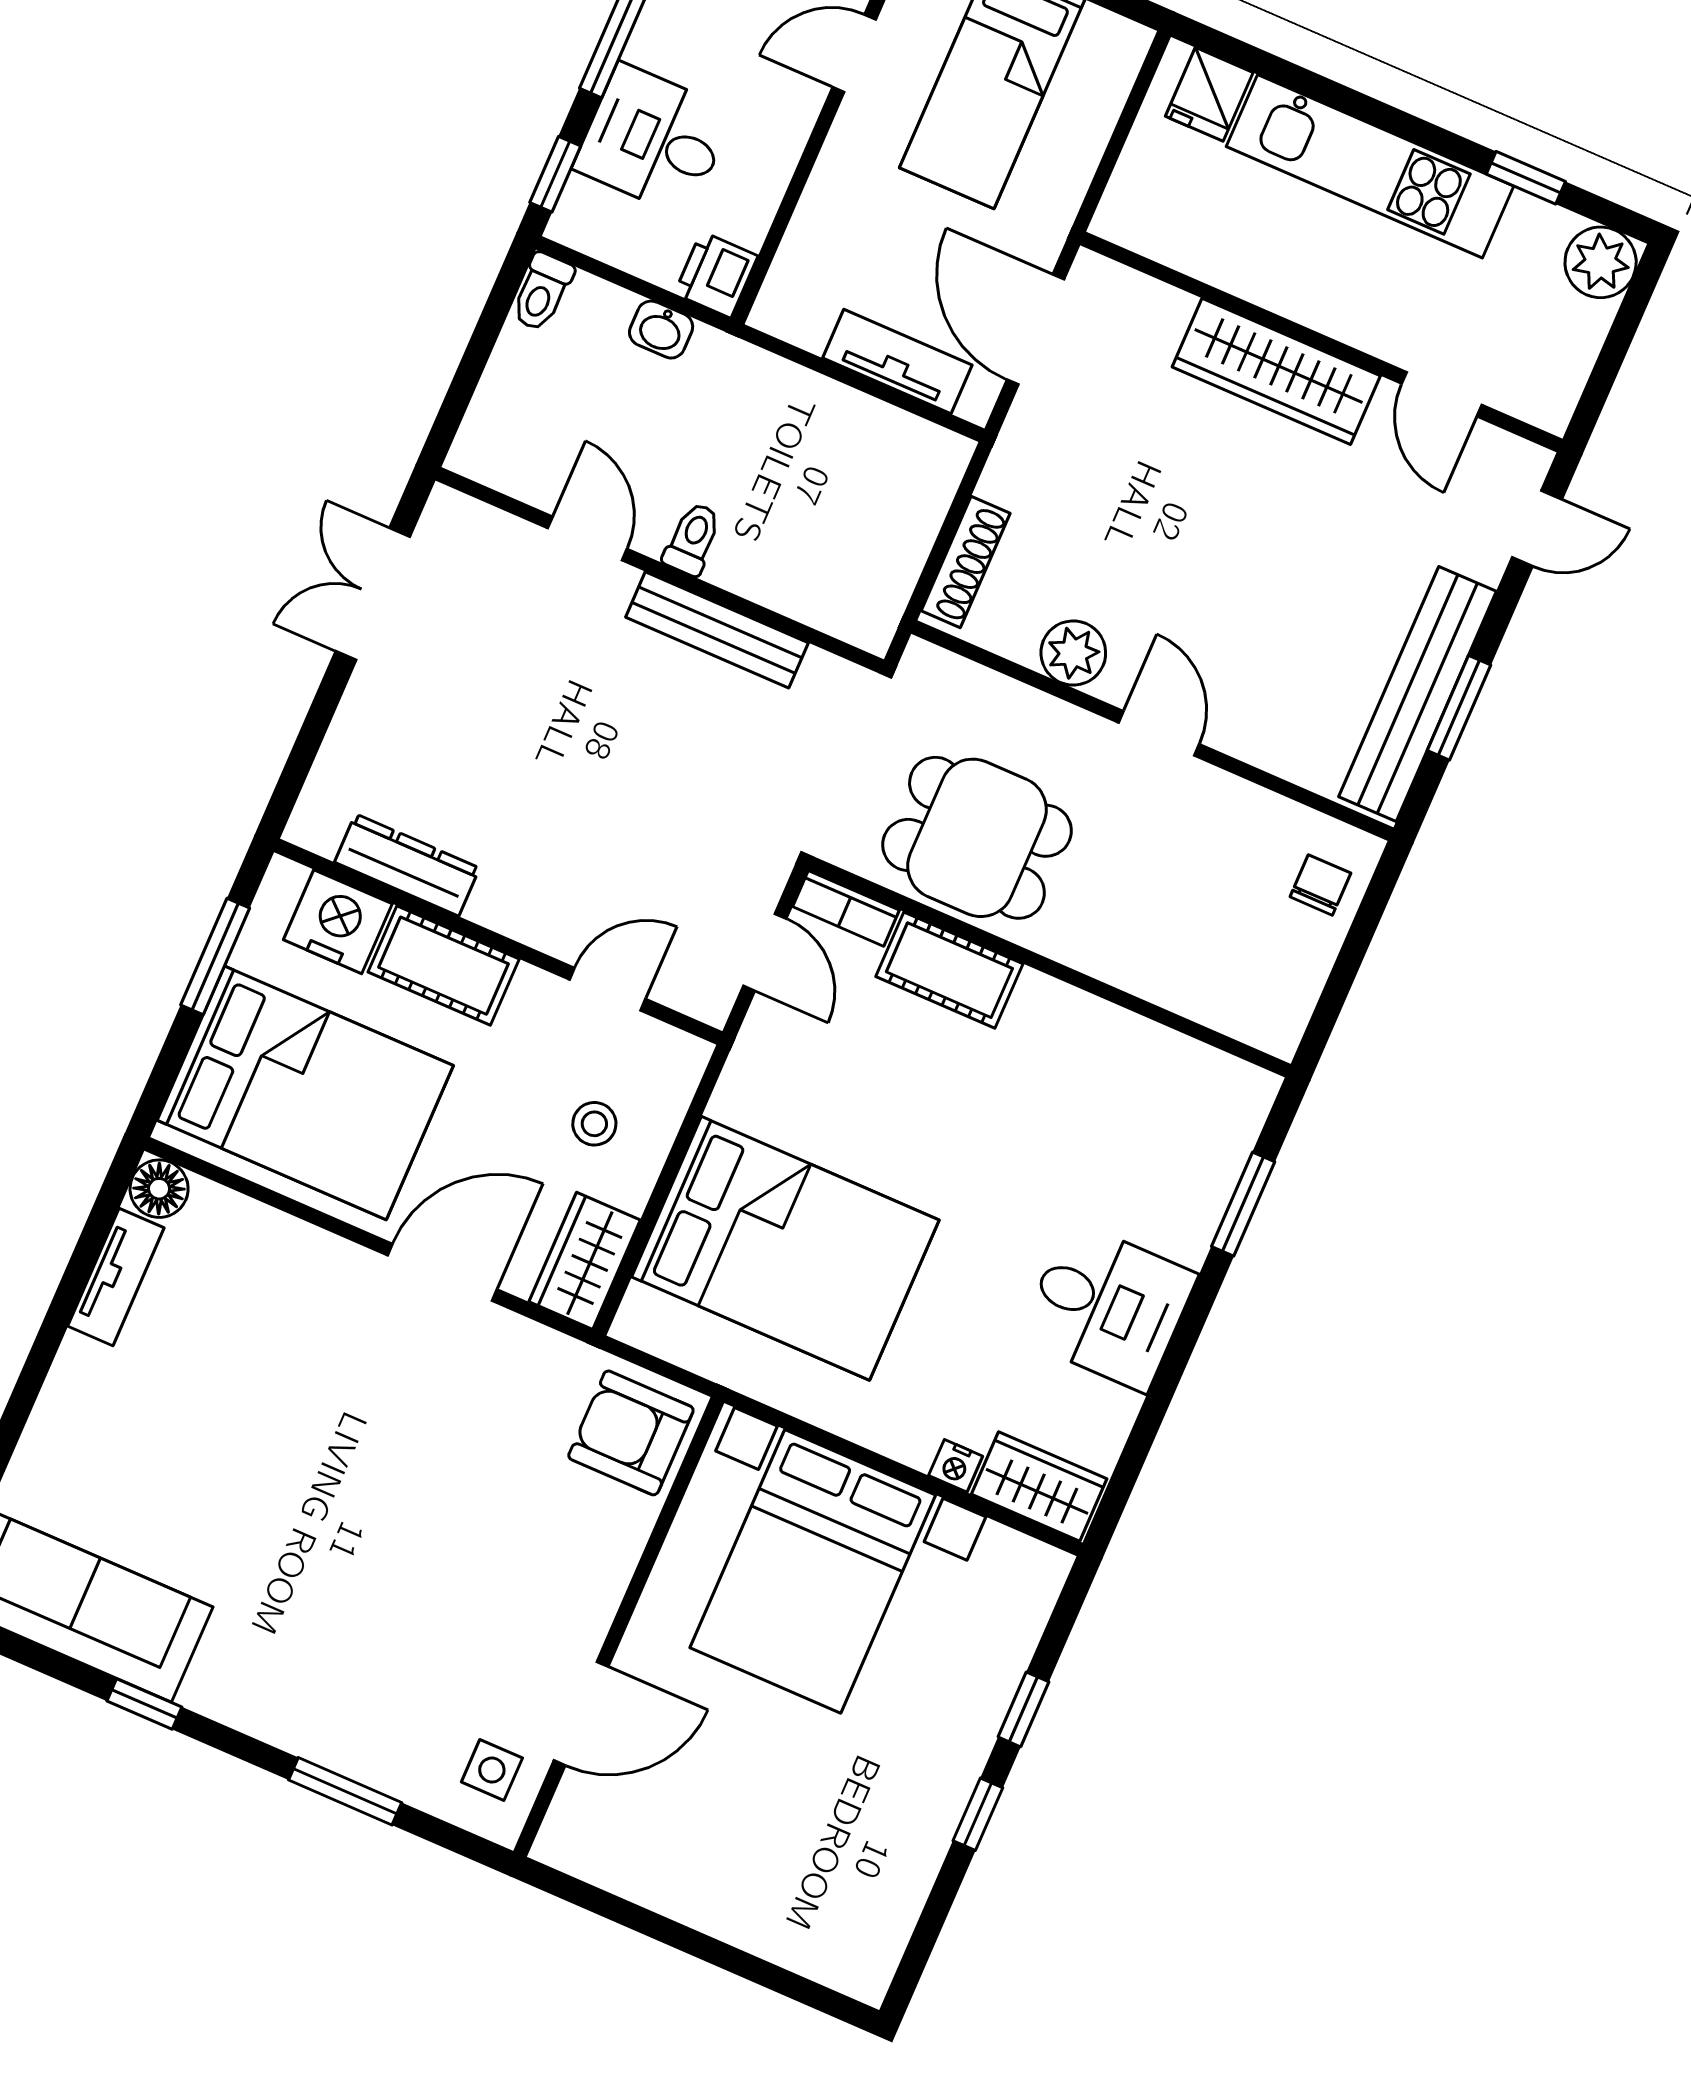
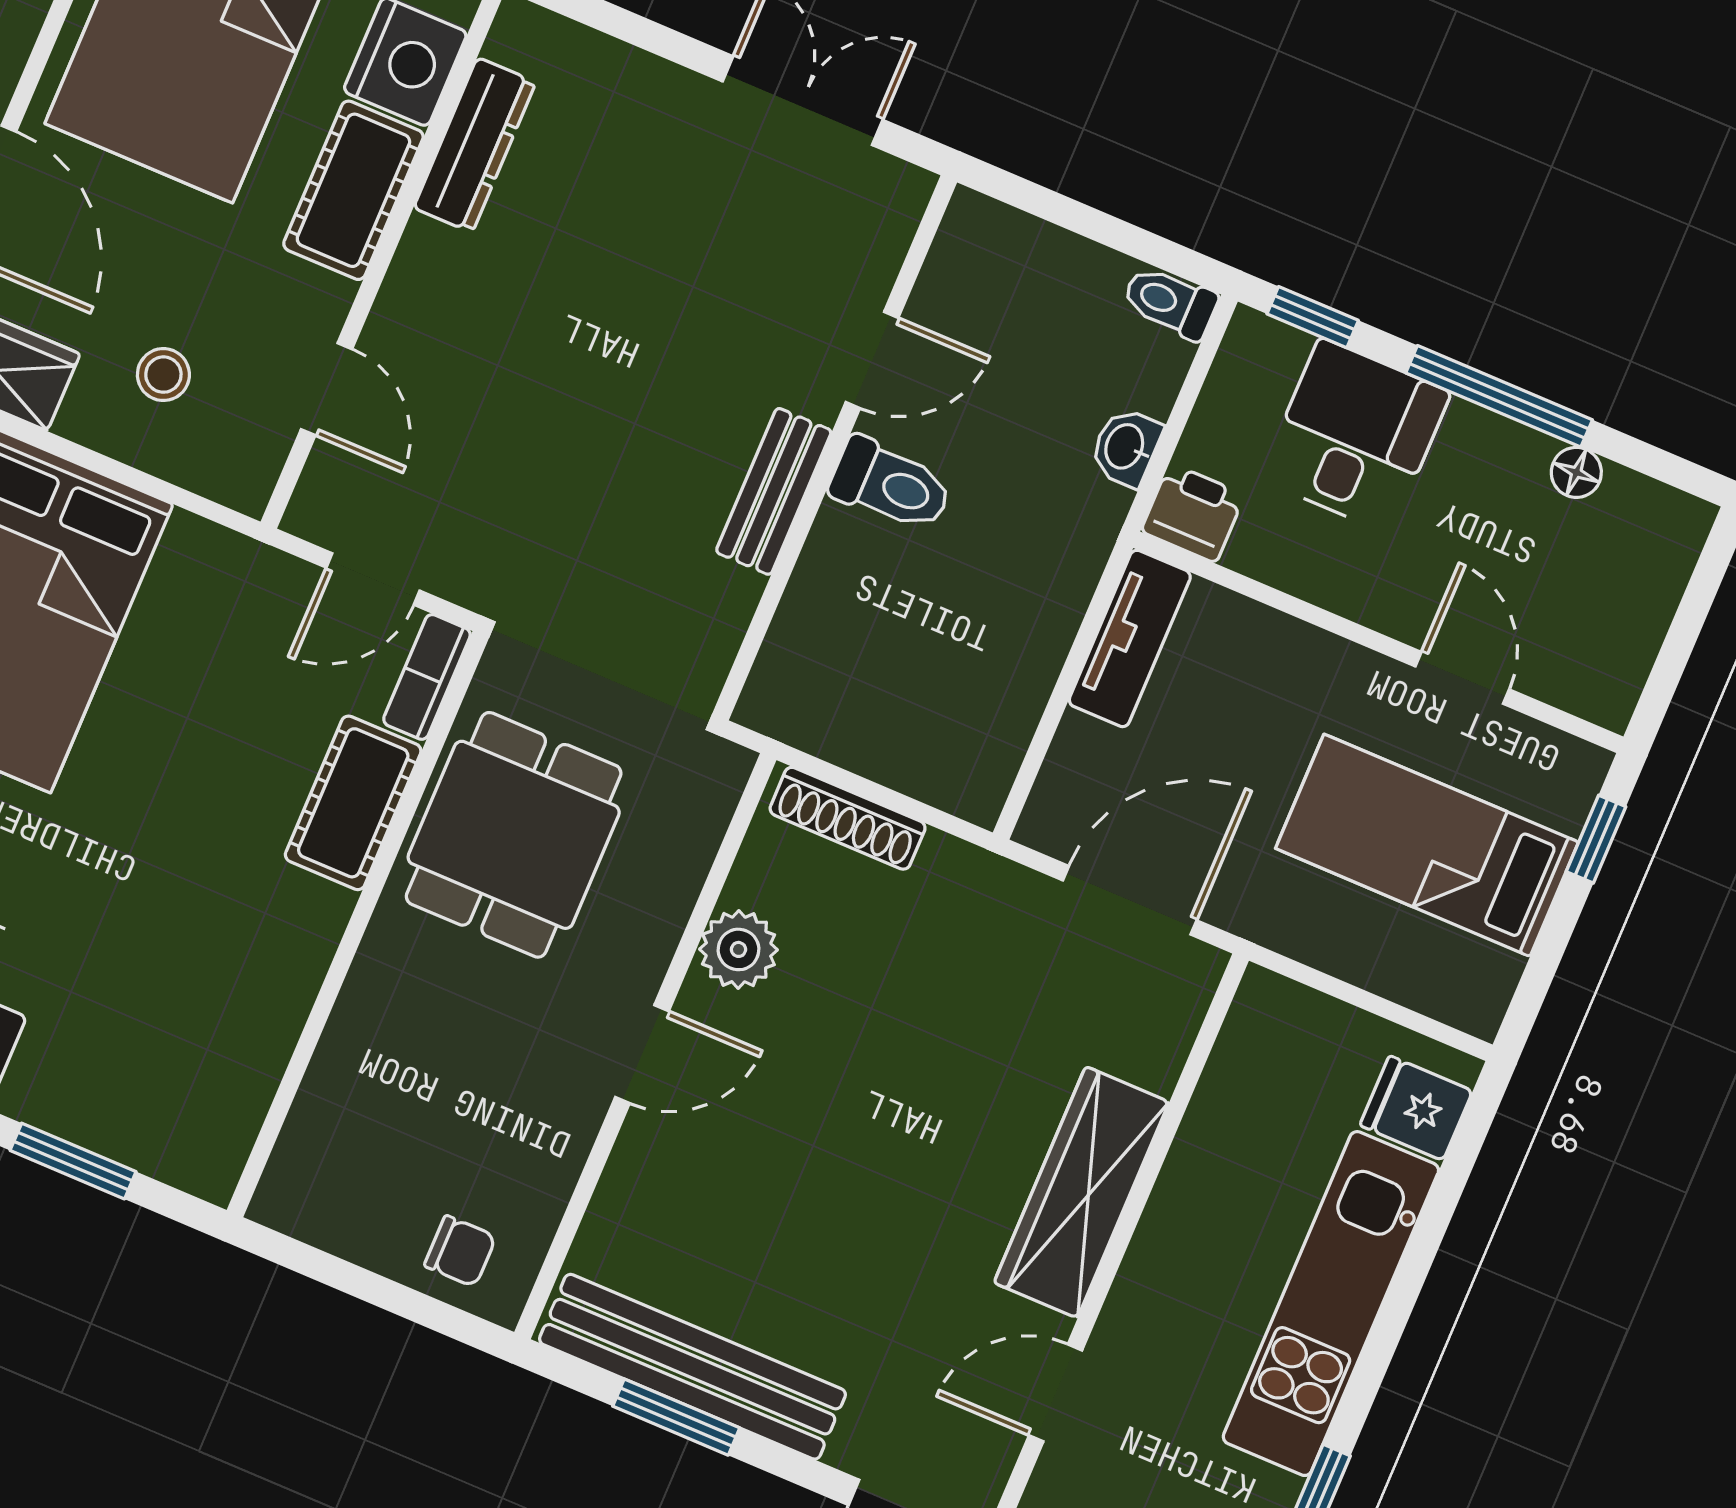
tv unit: (897, 362) -> (1130, 638), moved
toilet: (693, 539) -> (891, 485), width x1.37, depth x1.39
bench: (717, 630) -> (774, 491), width x0.73

